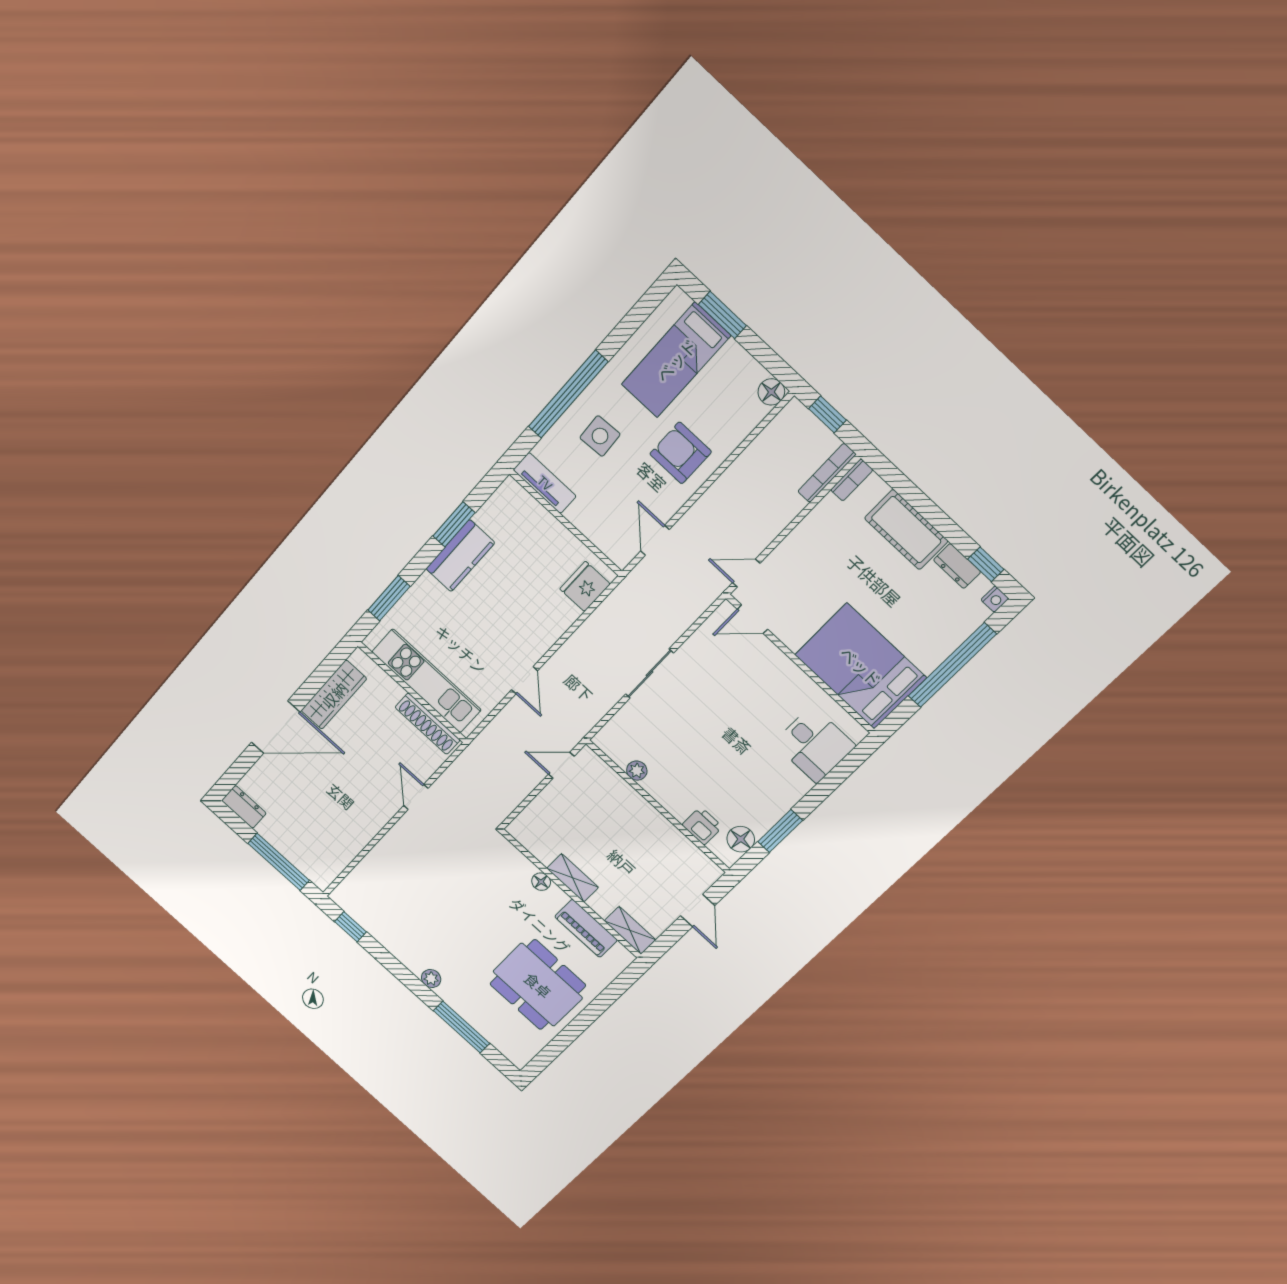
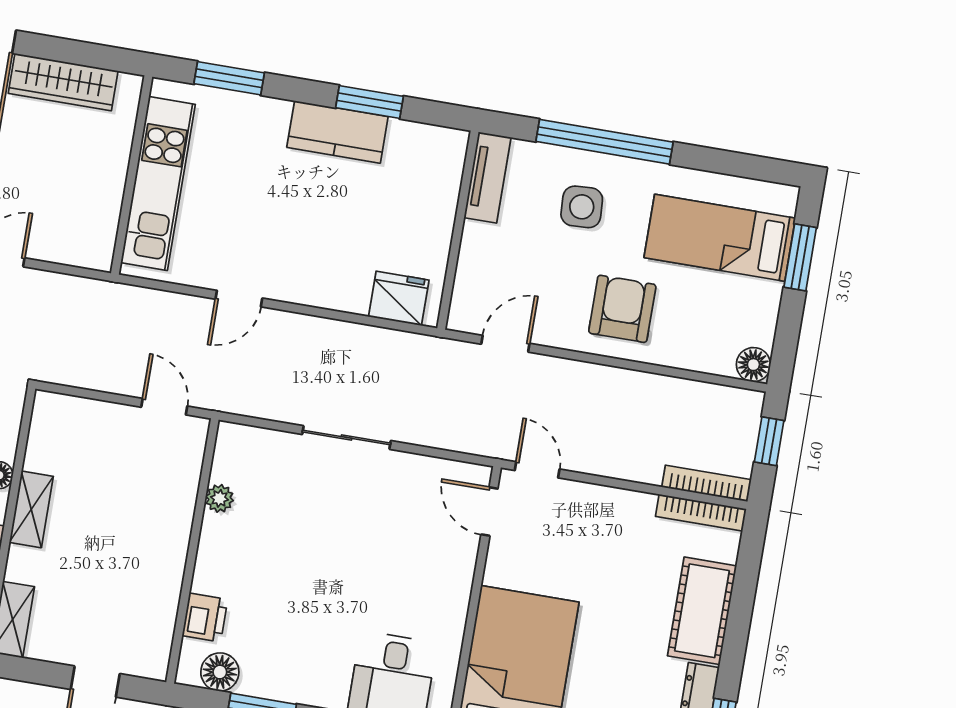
bookcase: (852, 480) -> (701, 513), width x1.56
shoe rack: (428, 724) -> (105, 217), removed

